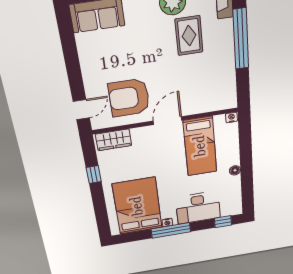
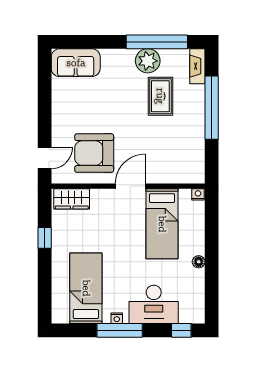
bed: (137, 206) -> (86, 288), width x0.67

